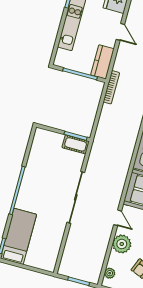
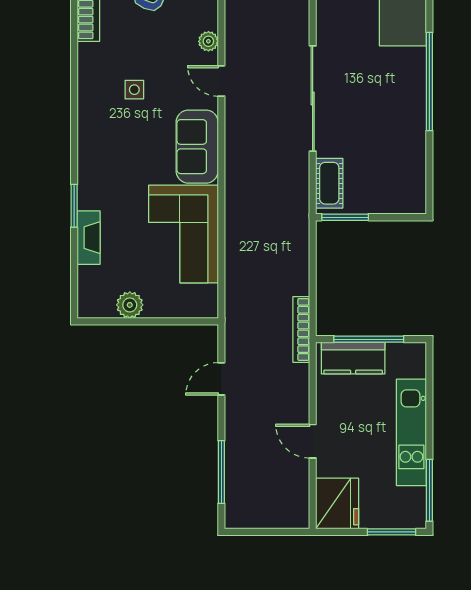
kitchen counter: (102, 62) -> (353, 358), moved, turned 90
cot: (76, 144) -> (329, 183), moved, turned 90
plant: (122, 244) -> (208, 41), width x0.53, depth x0.53

